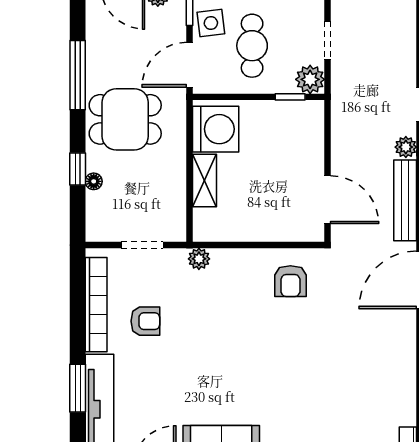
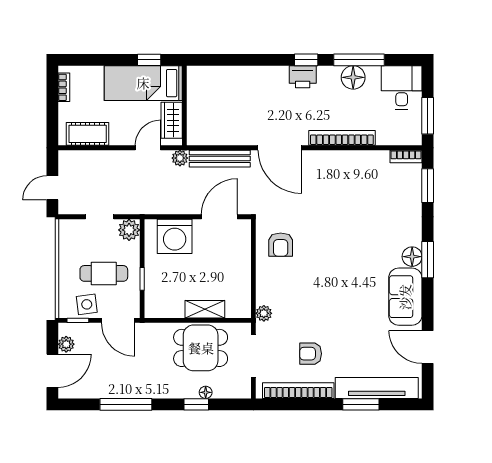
window: (290, 97) -> (142, 279), moved
dining table: (125, 119) -> (201, 348), moved, turned 90
washing machine: (216, 129) -> (175, 236), moved, turned 180
doorway: (142, 245) -> (253, 356), width x1.38
armchair: (290, 281) -> (281, 245), turned 90
armchair: (145, 321) -> (311, 354), turned -90

